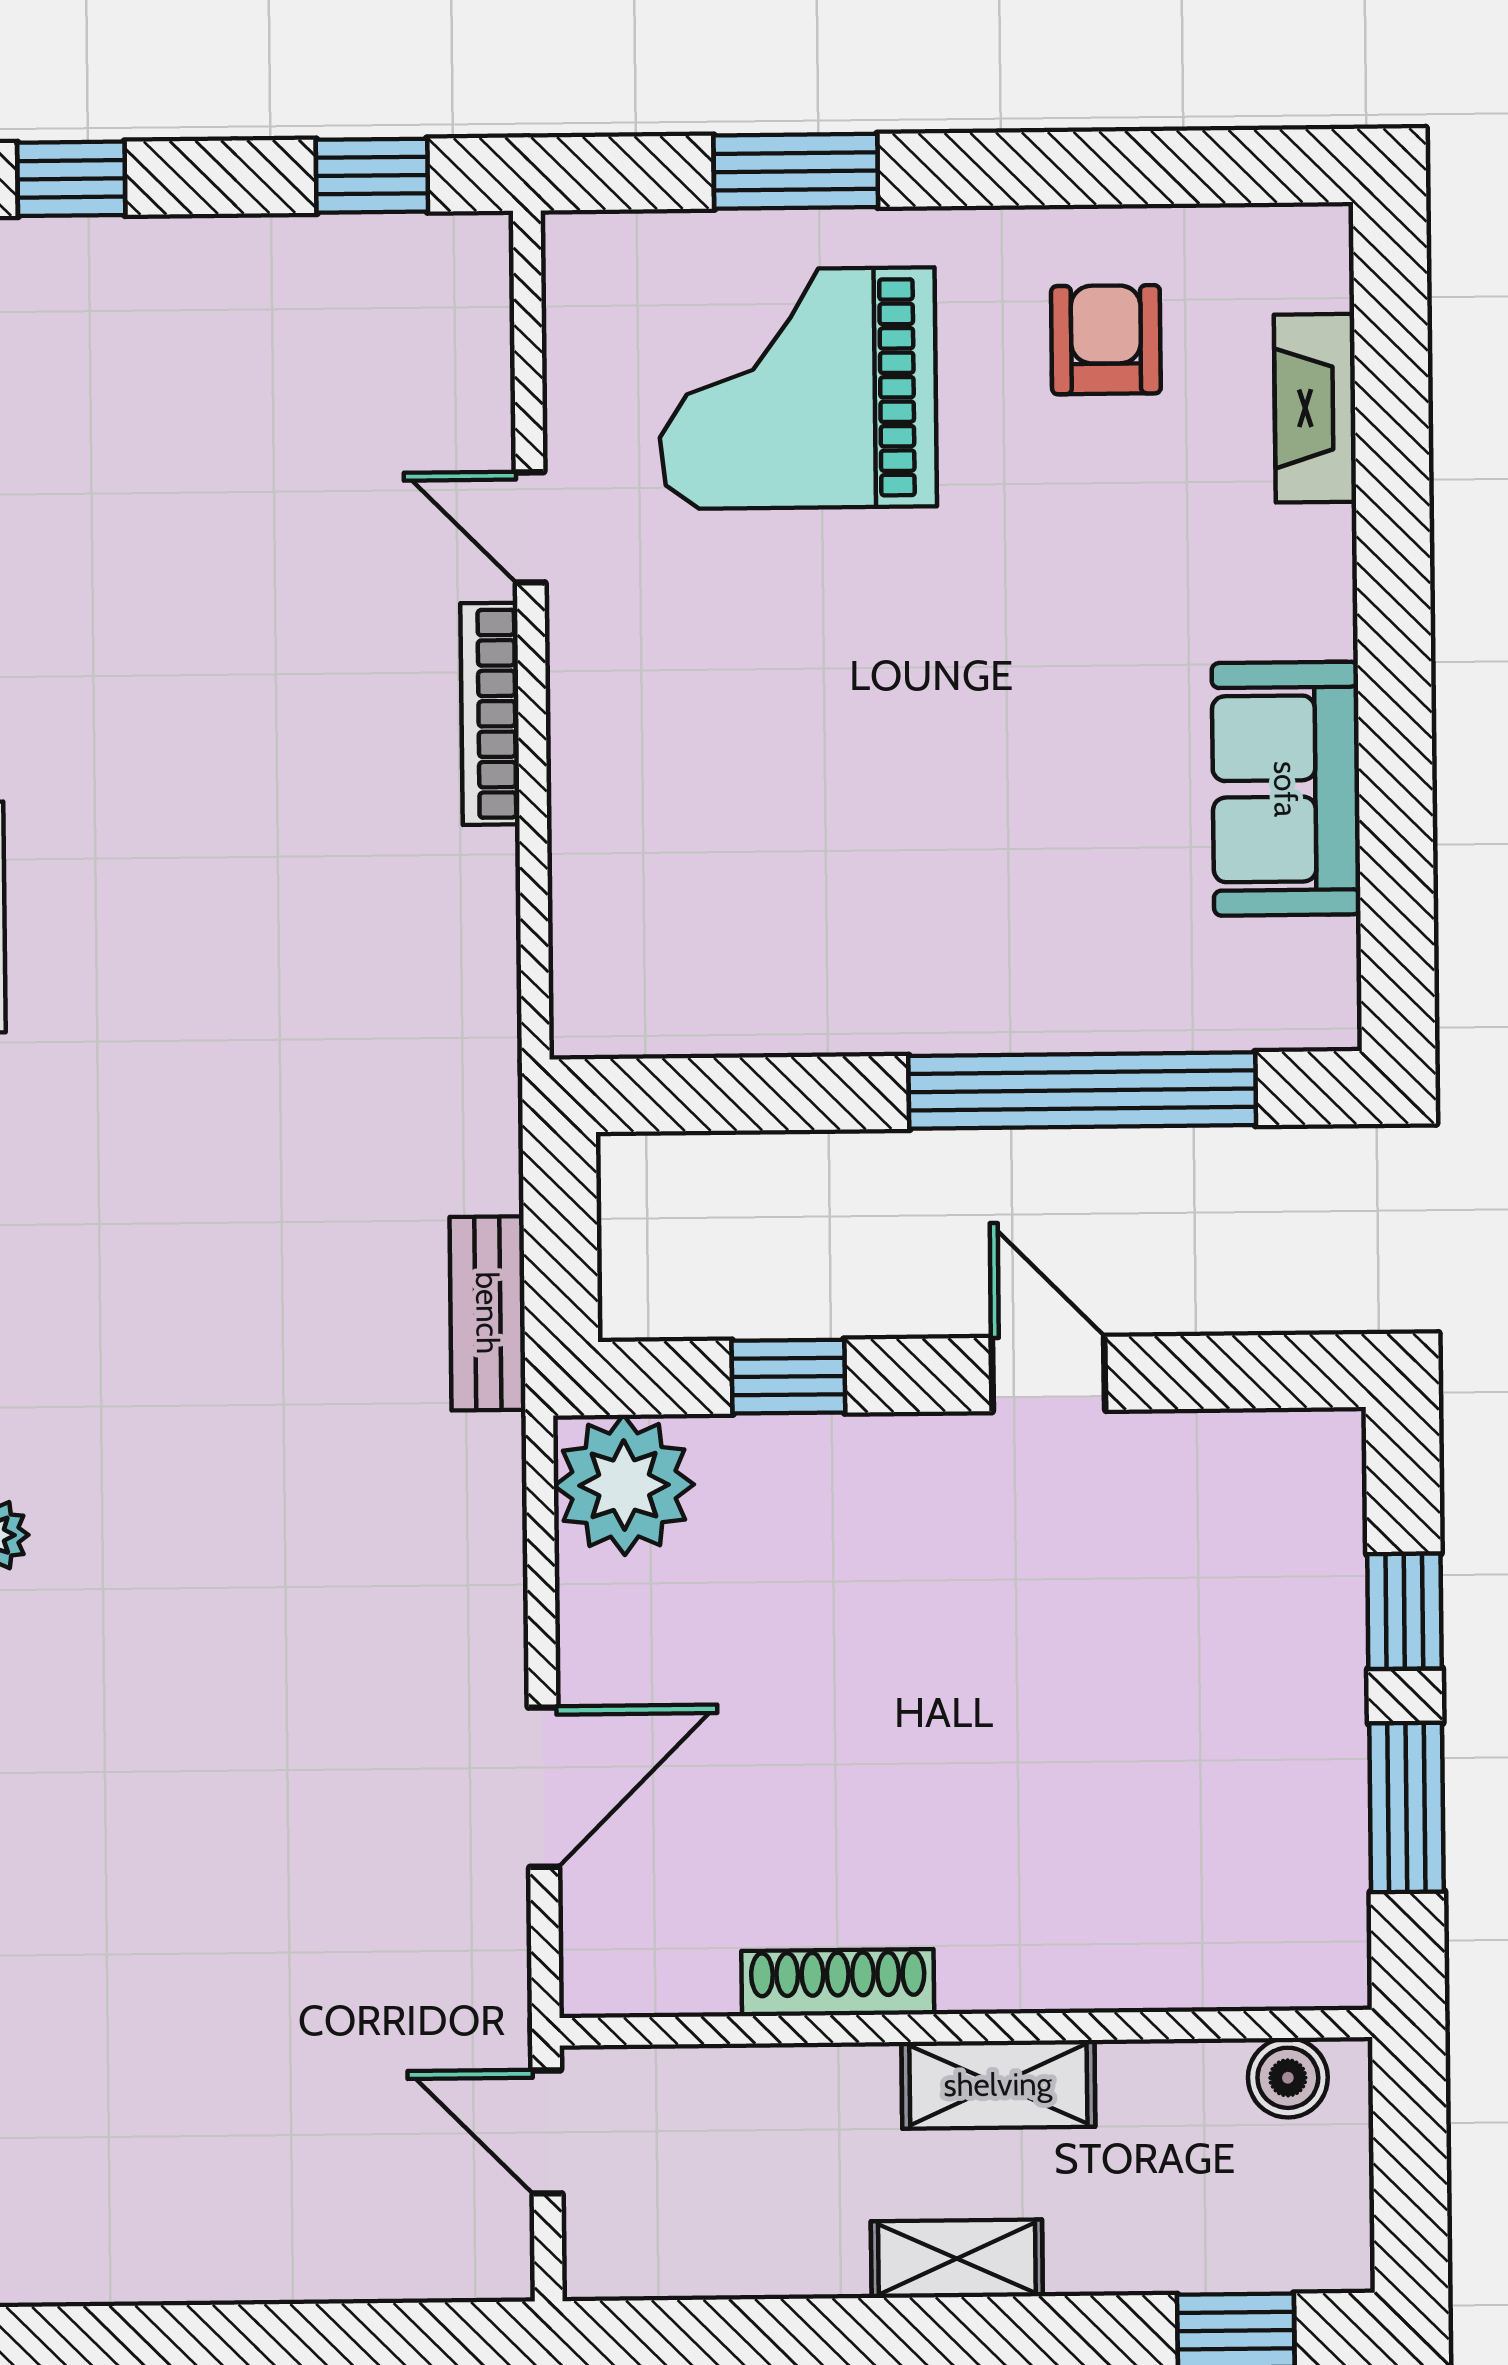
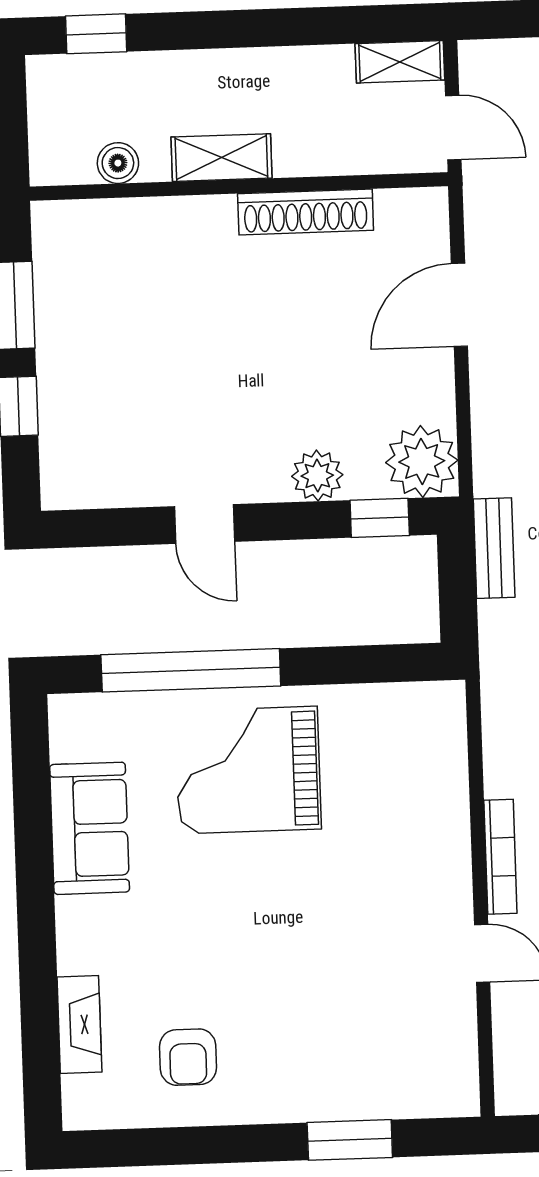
grand piano: (797, 388) -> (248, 770), moved, turned 180
window: (788, 1377) -> (380, 518), moved
plant: (827, 1462) -> (317, 476), added
shoe rack: (838, 1983) -> (306, 212), width x1.36, depth x1.24
boiler: (1288, 2078) -> (118, 163), moved
shelving: (957, 2259) -> (400, 62), moved

